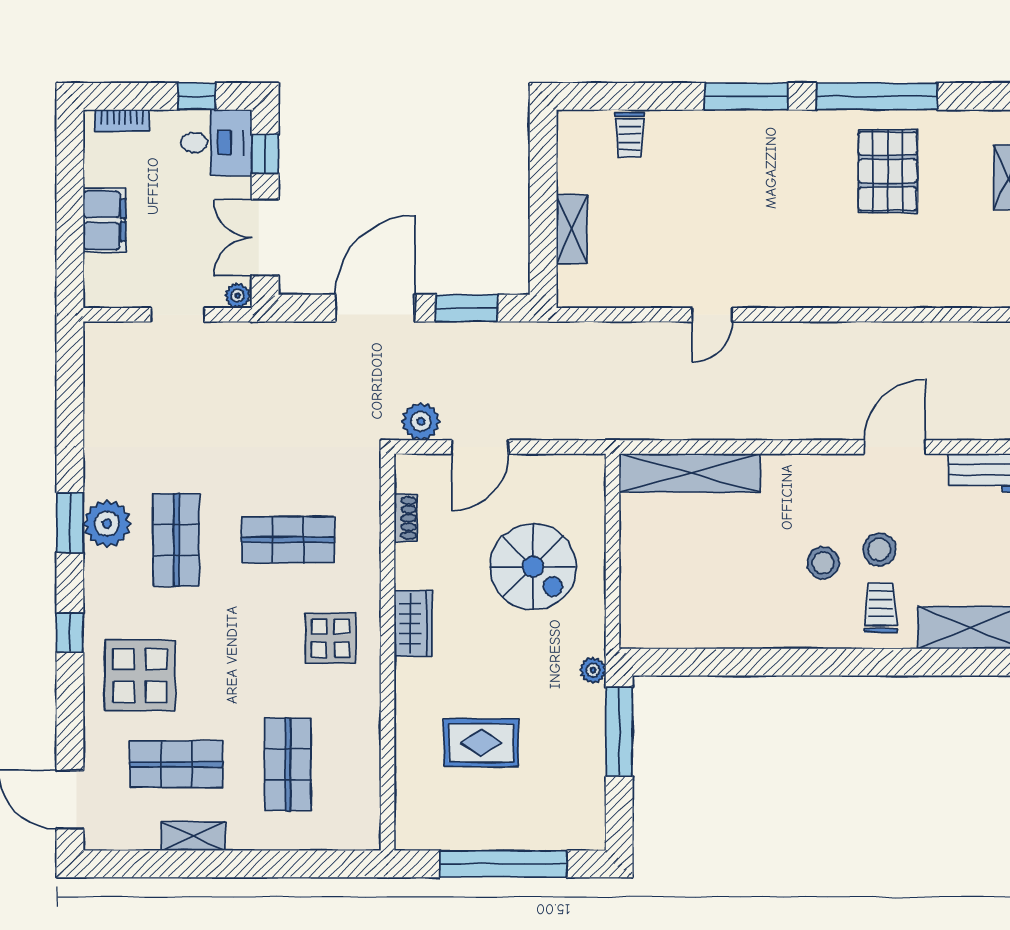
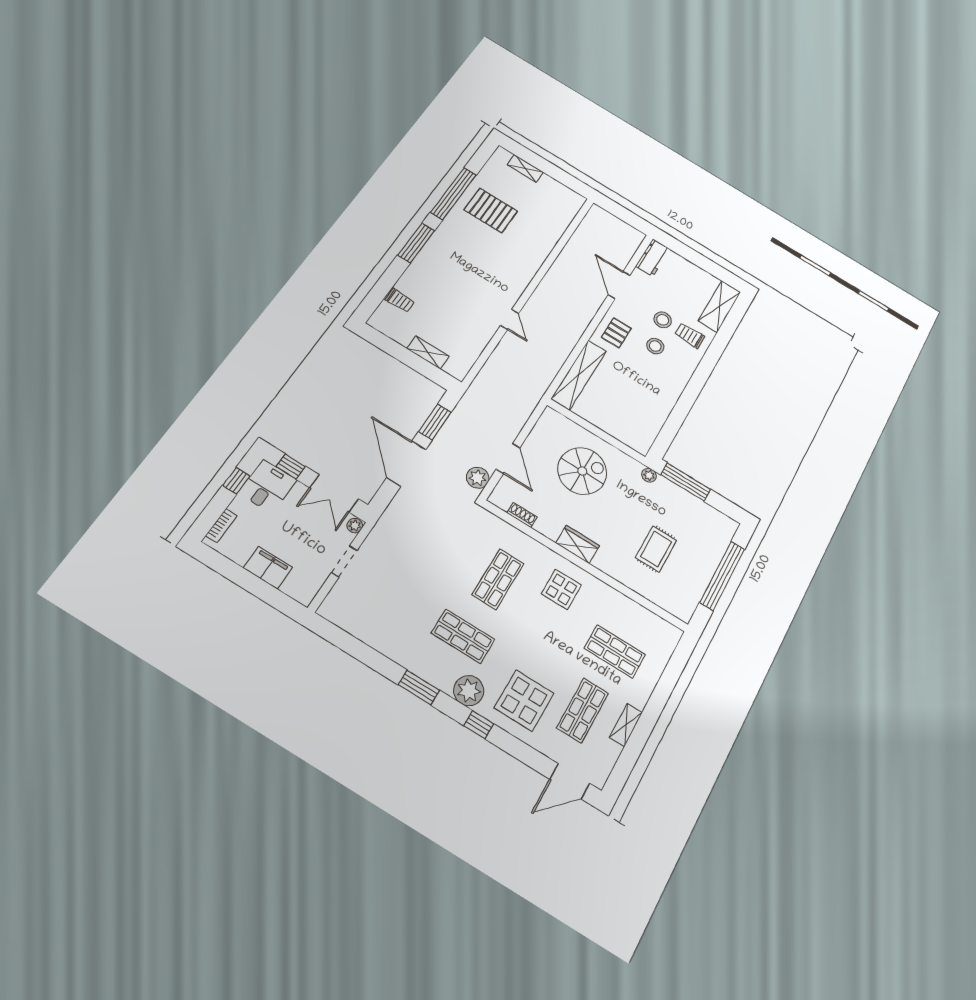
pallet: (804, 490) -> (616, 333), added
plant: (107, 524) -> (469, 691), moved

